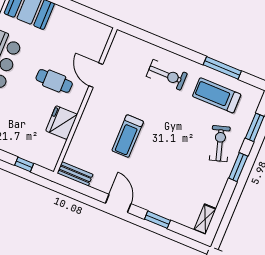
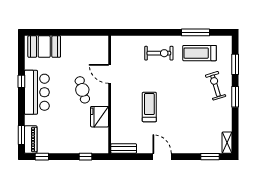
cafe table: (54, 81) -> (82, 90), turned 74
treadmill: (128, 136) -> (149, 107), turned 180
window: (157, 220) -> (210, 157), moved

